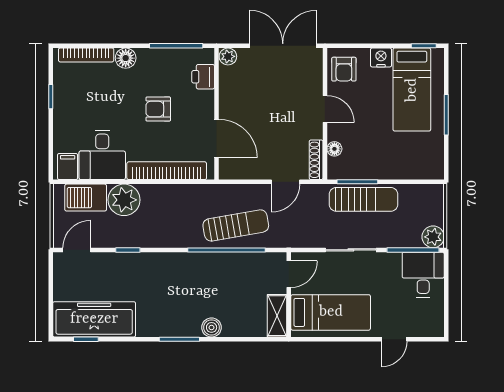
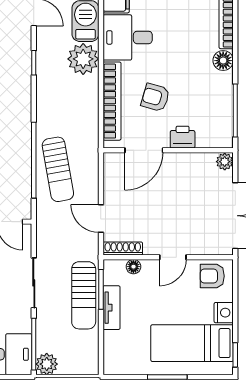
printer: (203, 77) -> (183, 137), moved
armchair: (158, 109) -> (155, 97), moved, turned -74
tv unit: (376, 171) -> (111, 308), added

